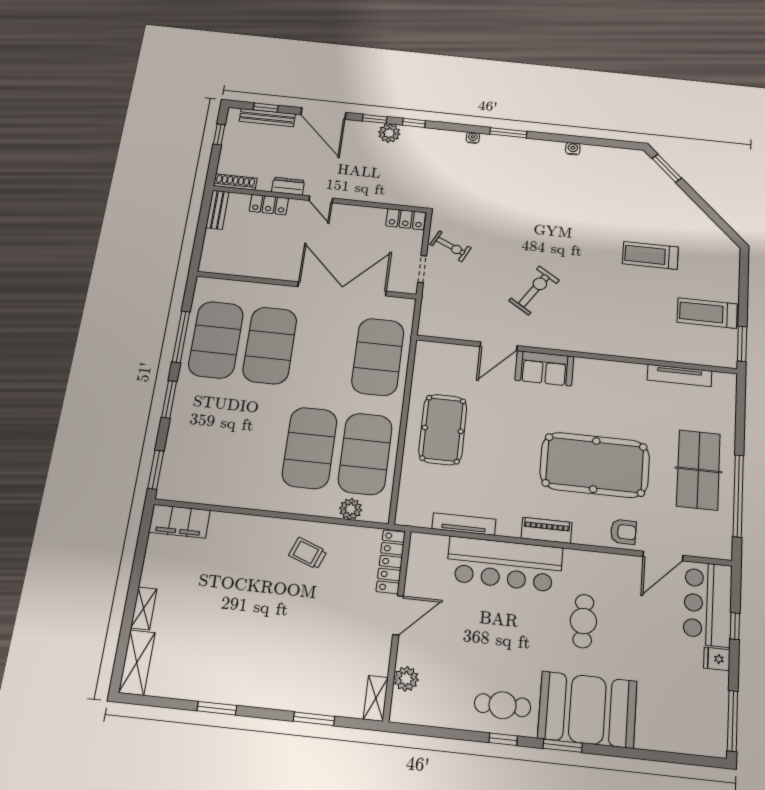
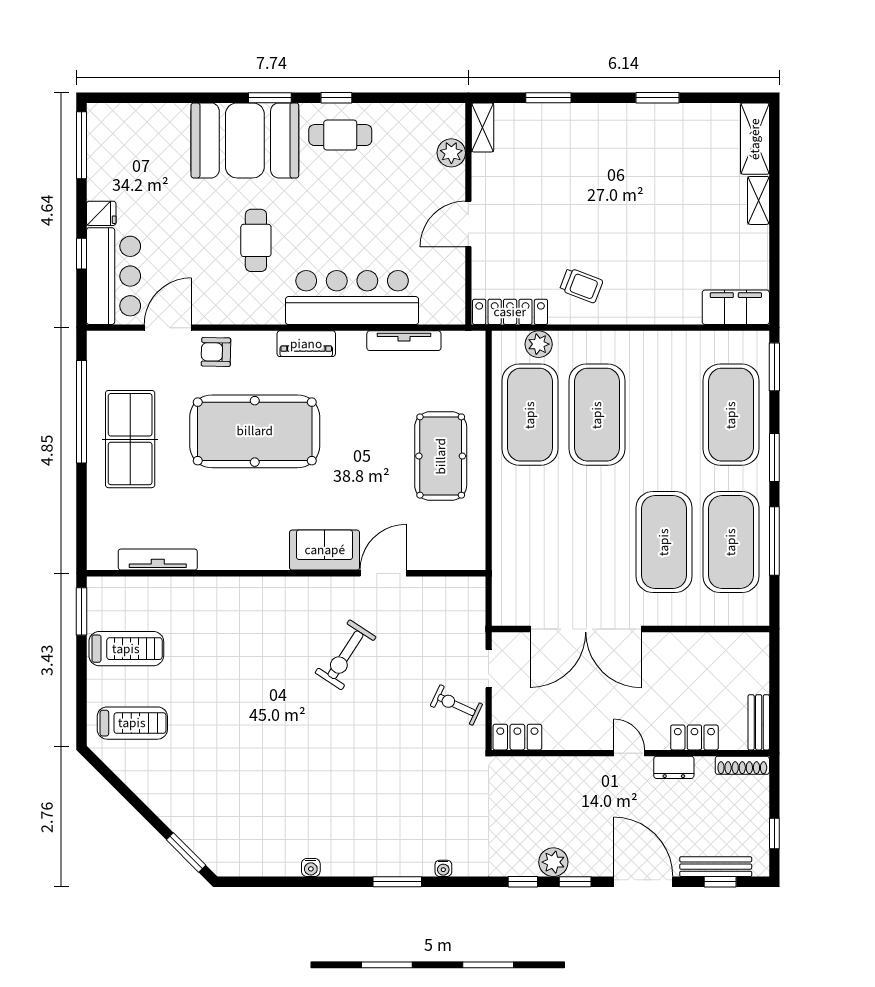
treadmill: (650, 255) -> (132, 723), moved
exercise mat: (378, 357) -> (731, 415), moved
locker: (391, 562) -> (510, 312), moved, turned -90

